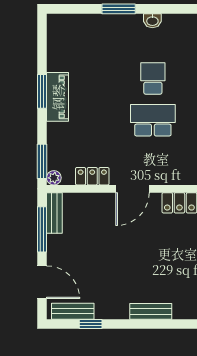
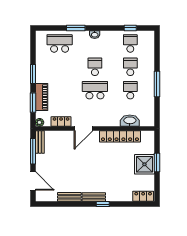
school desk: (90, 37) -> (60, 43), added
piano: (58, 97) -> (42, 97), moved
window: (42, 161) -> (33, 103), moved
bench: (73, 311) -> (69, 197), moved
window: (91, 324) -> (103, 204), moved

